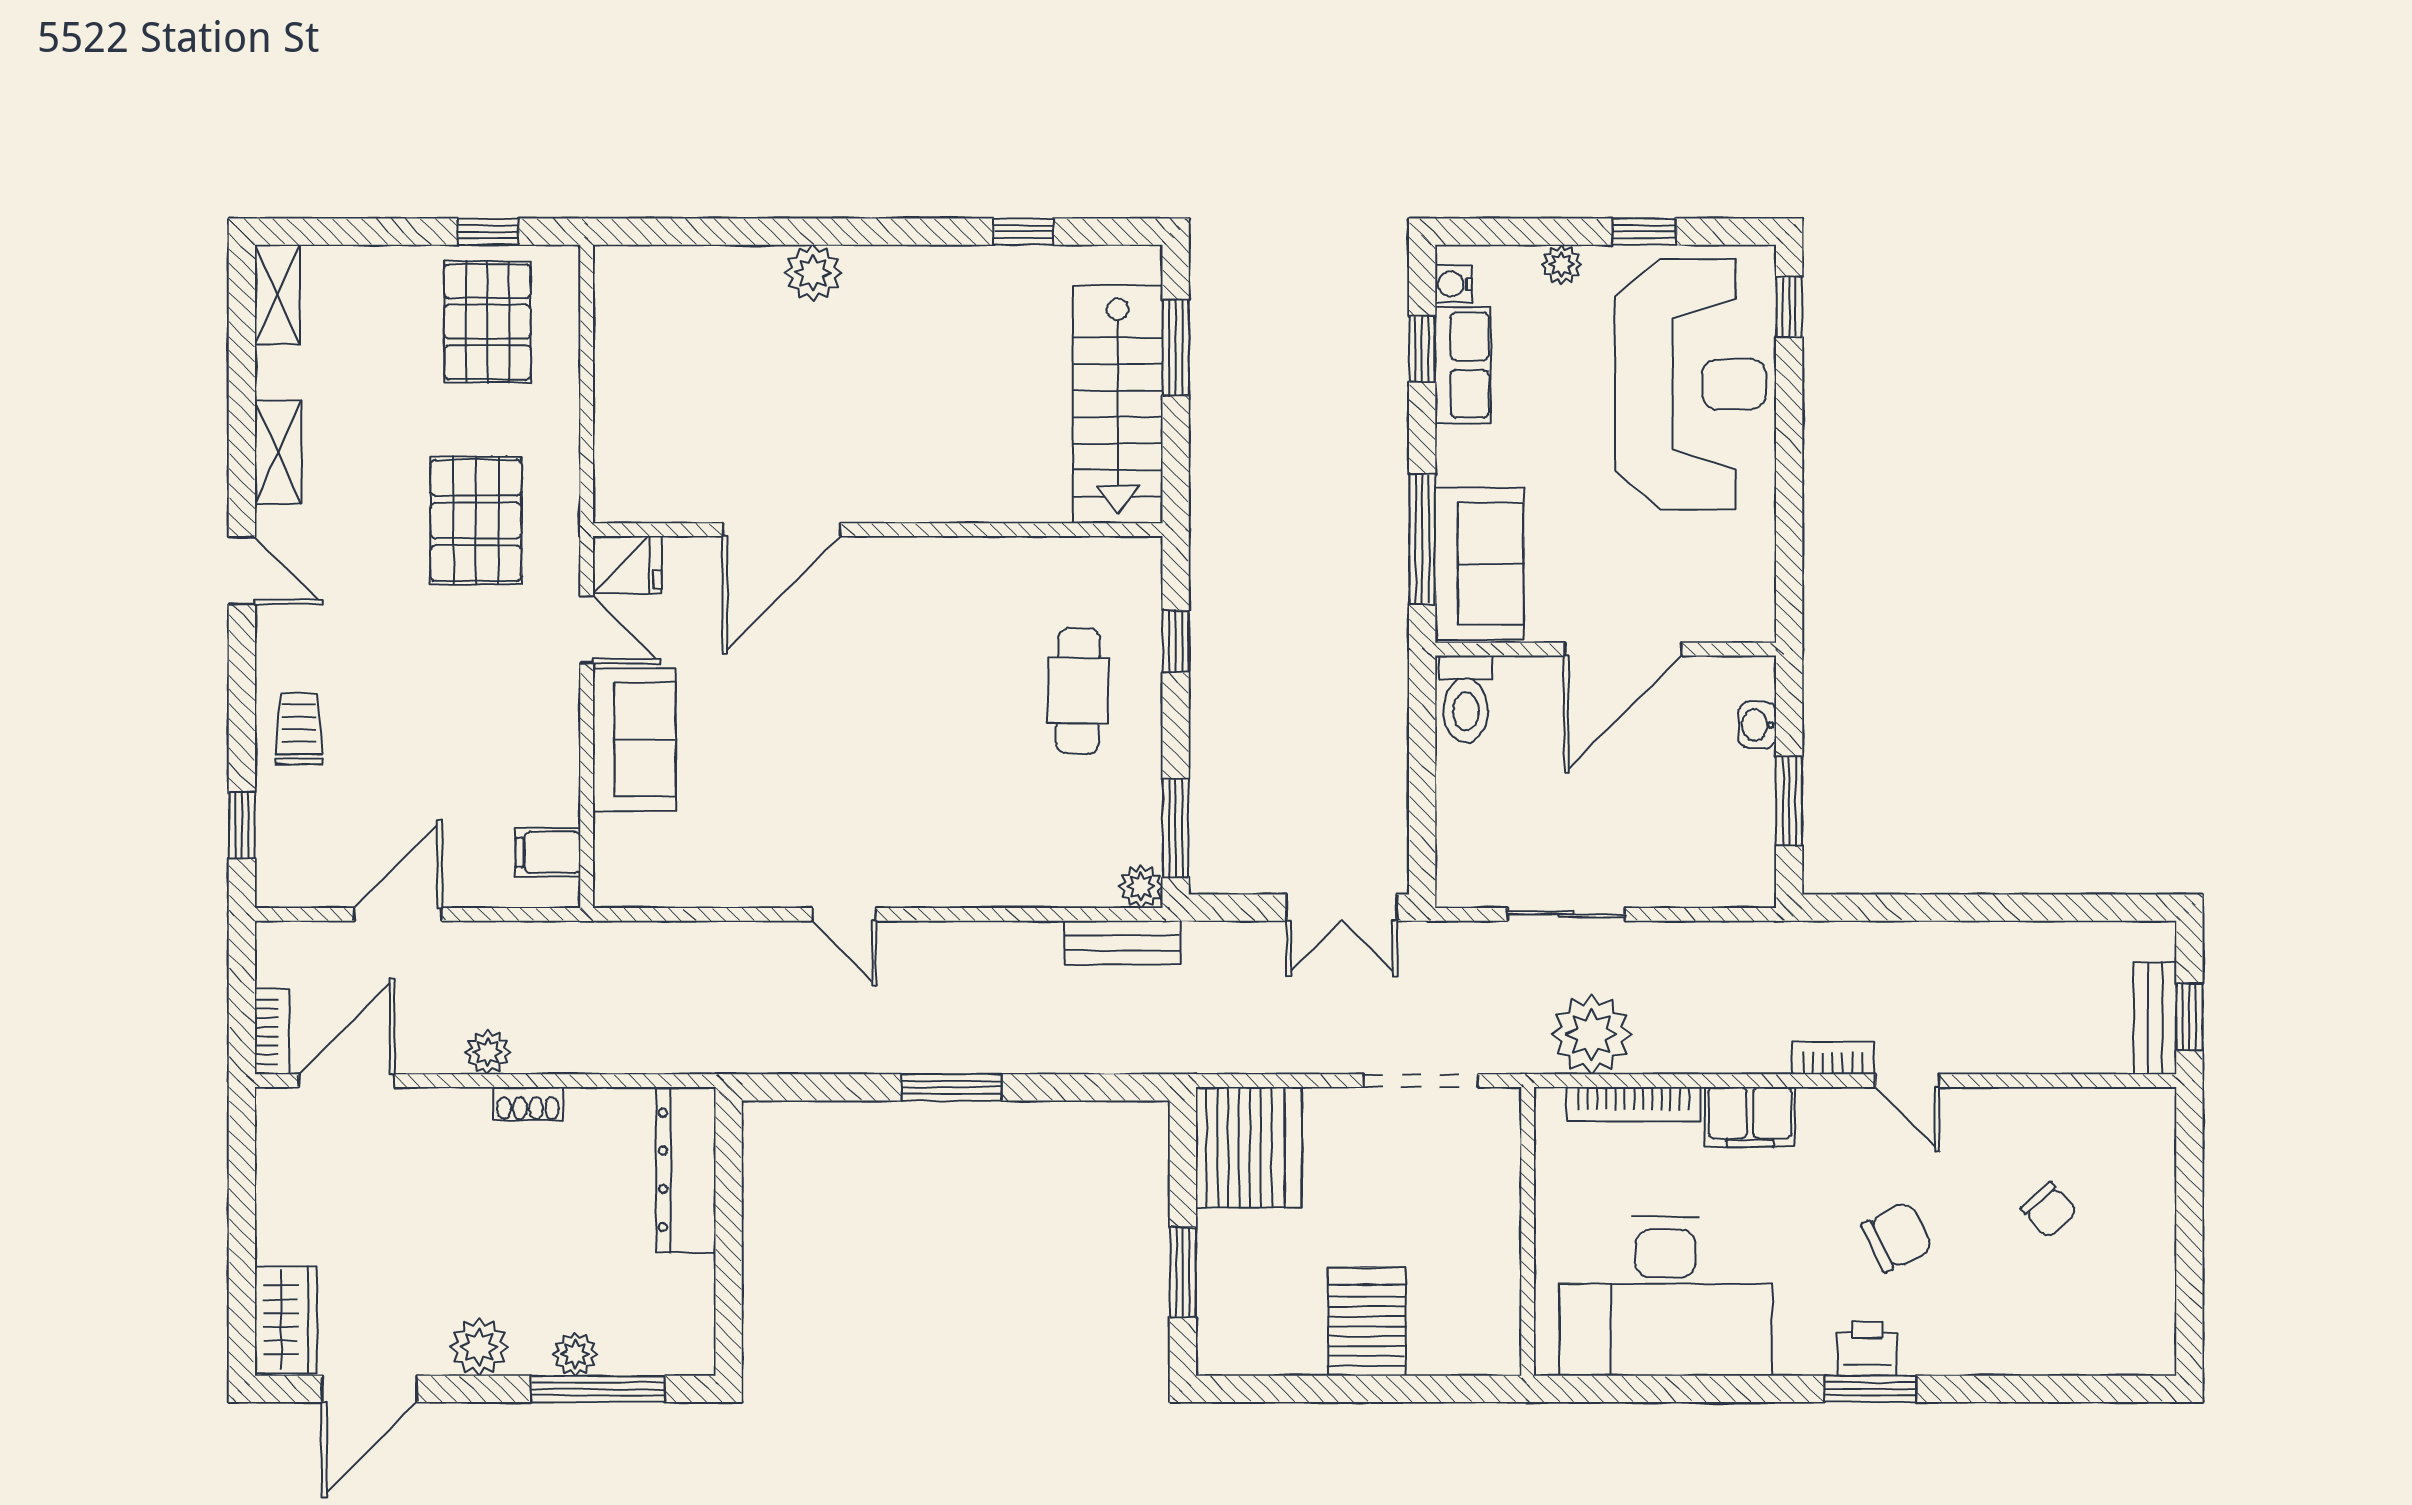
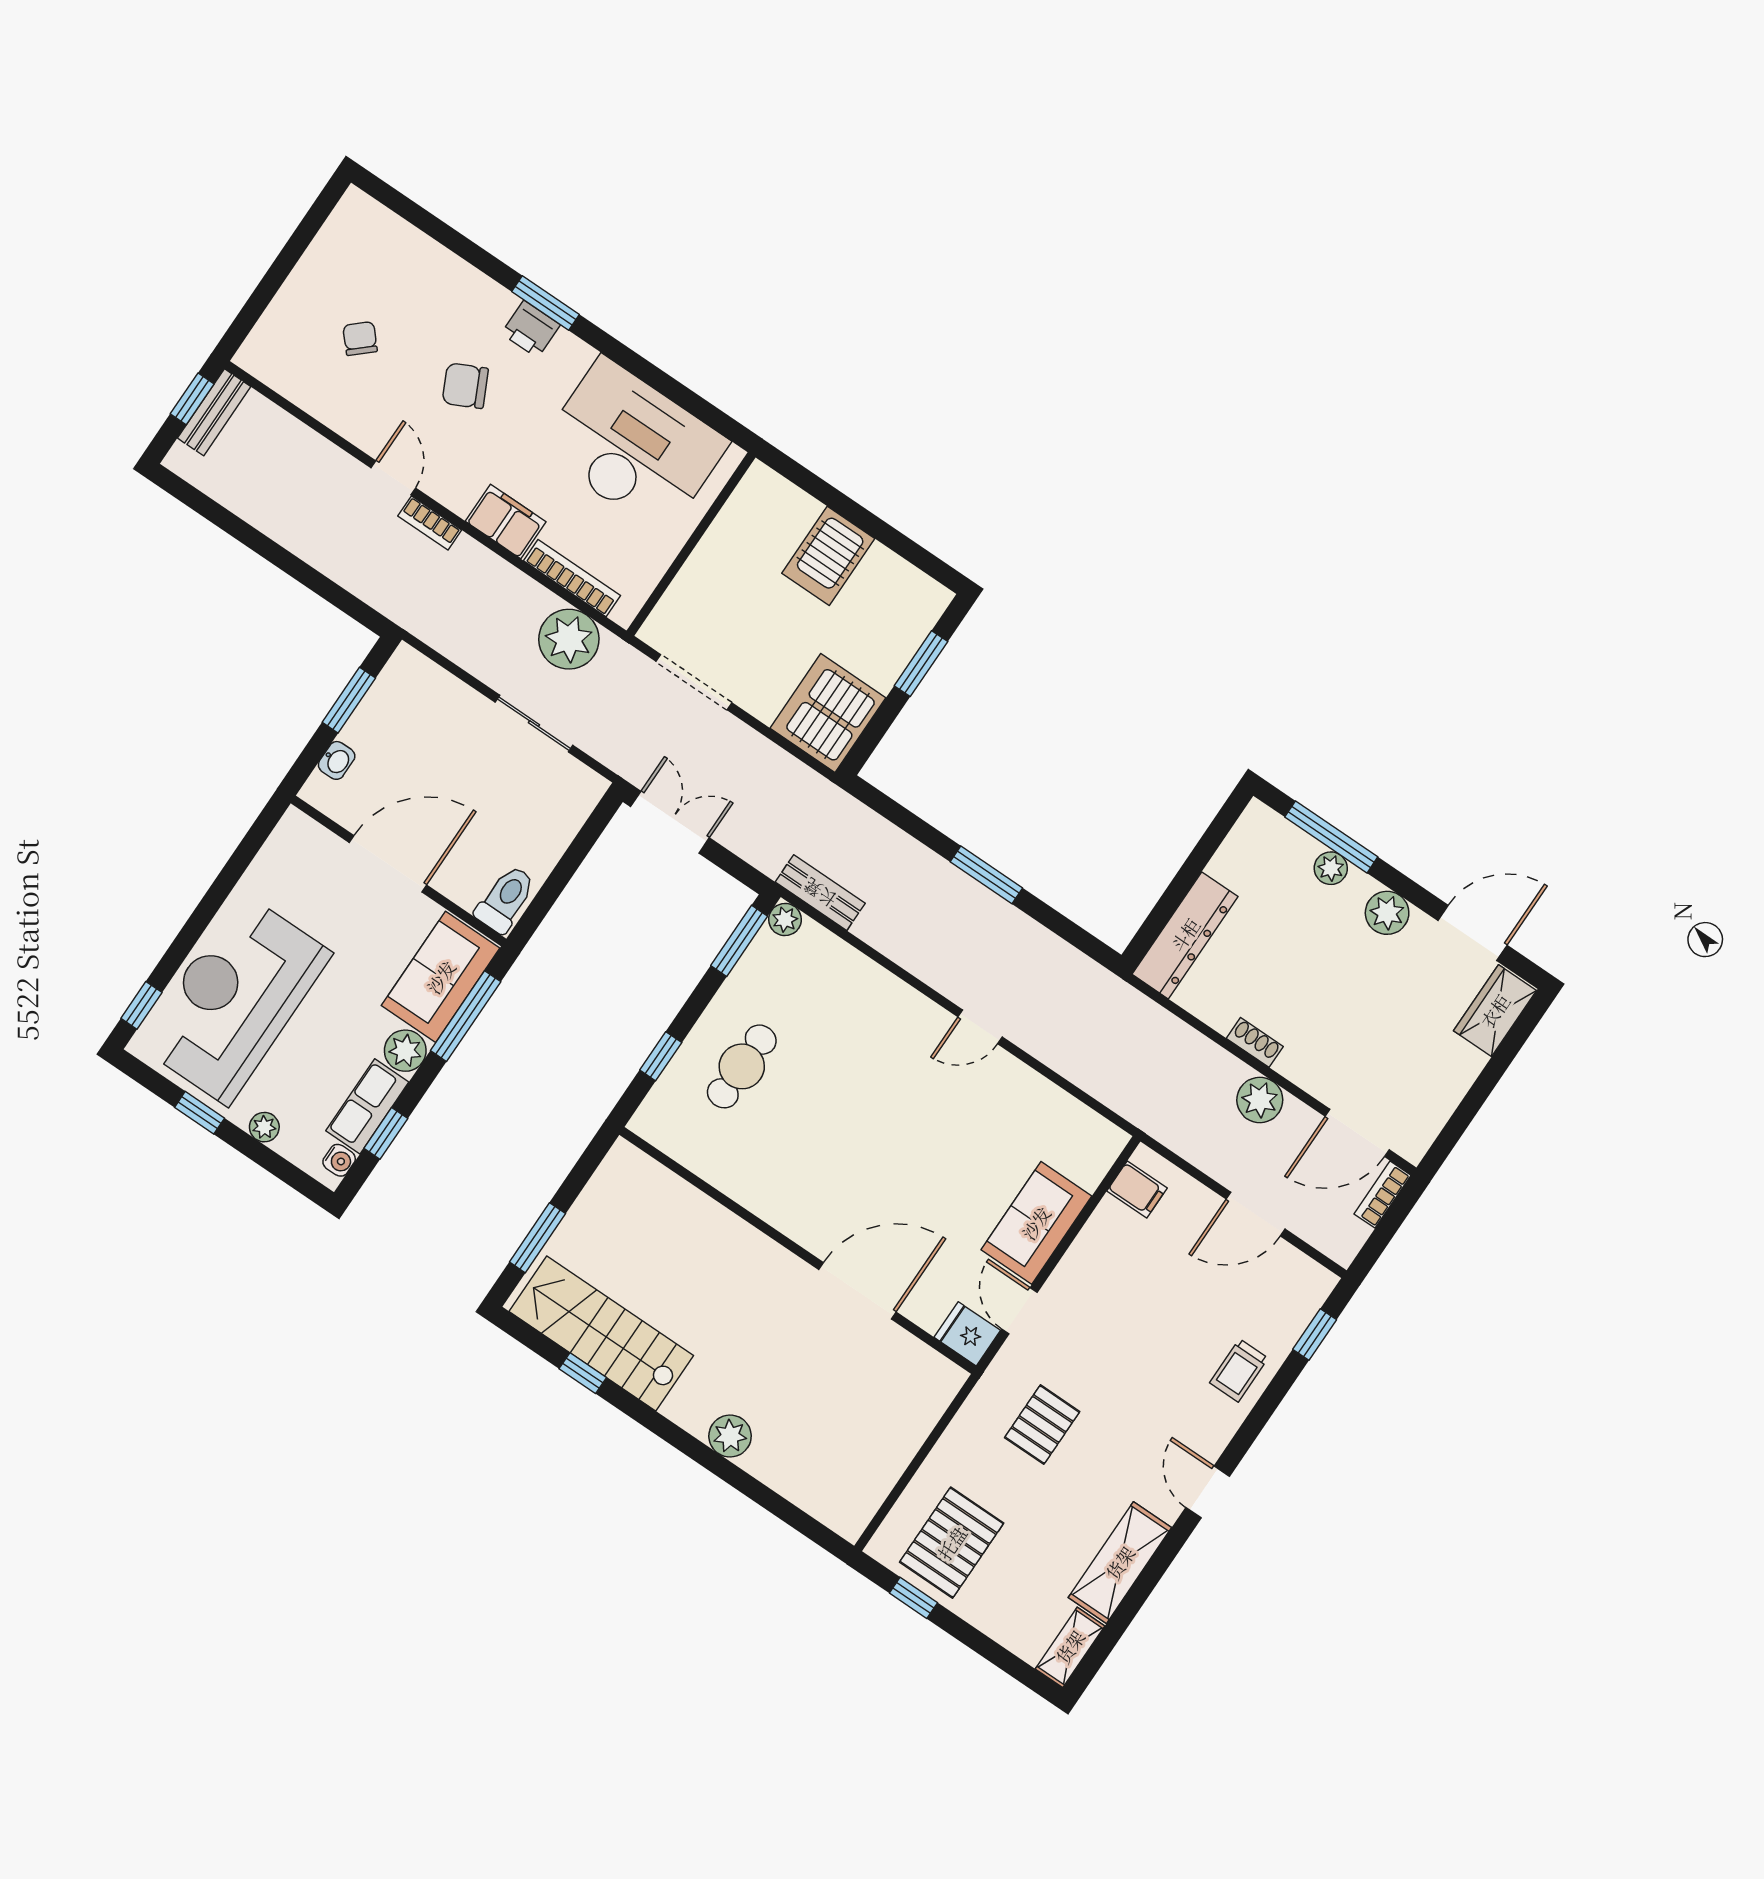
stairs: (1118, 404) -> (601, 1333), moved, turned -90
shelving: (278, 452) -> (1120, 1563), width x1.50, depth x1.33
plant: (1463, 455) -> (405, 1051), added
pallet: (476, 521) -> (1042, 1425), width x0.67, depth x0.71
door: (844, 914) -> (980, 1027), swing flipped
plant: (488, 1052) -> (1260, 1100), width x1.38, depth x1.38

